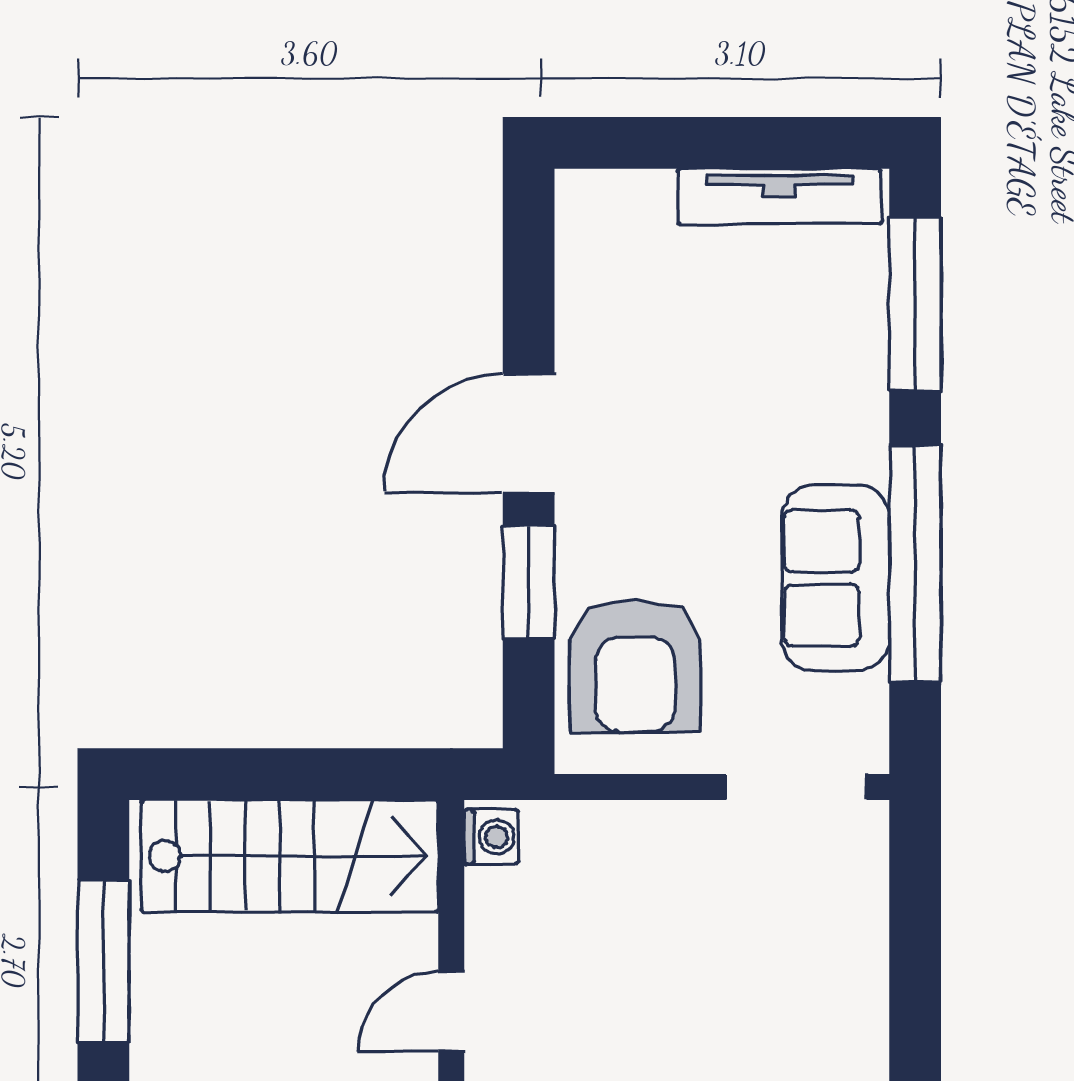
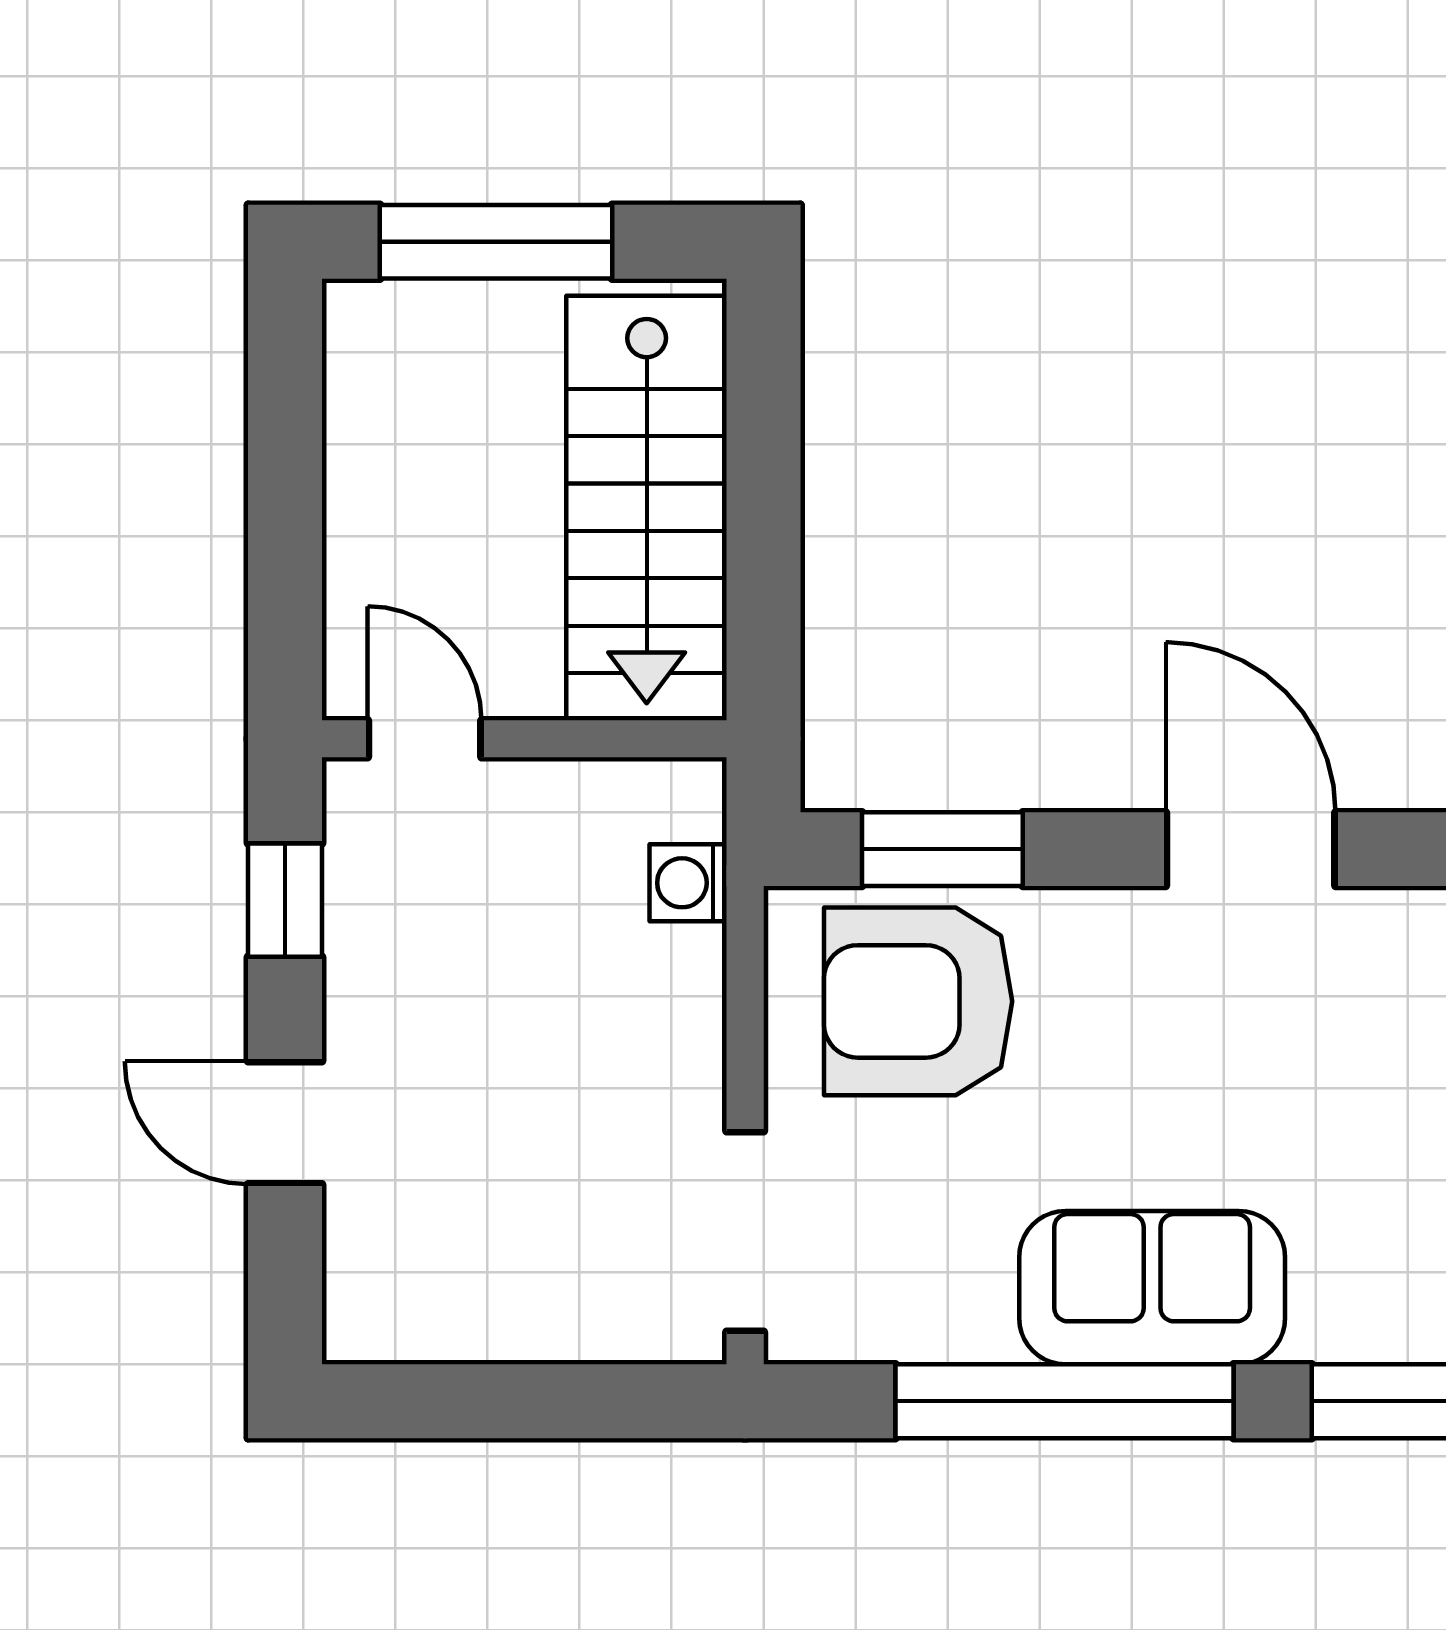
sofa: (836, 578) -> (1152, 1288), moved
window: (529, 582) -> (942, 849), moved
washing machine: (491, 837) -> (688, 883), moved, turned 90

